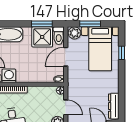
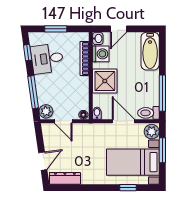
window: (42, 24) -> (162, 93), width x1.44
shower: (42, 37) -> (105, 81), moved
door: (66, 107) -> (63, 121), hinge flipped

